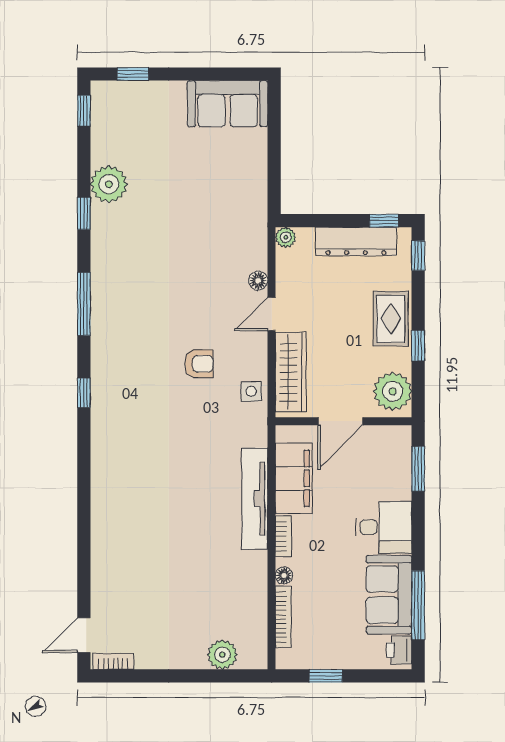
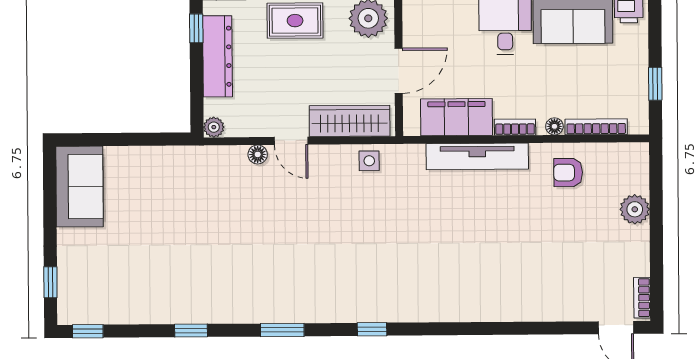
plant: (109, 184) -> (161, 306), removed
window: (84, 304) -> (282, 330), width x0.69
armchair: (199, 364) -> (568, 173), moved, turned -90
door: (340, 421) -> (399, 71), hinge flipped
plant: (222, 655) -> (635, 209), moved

